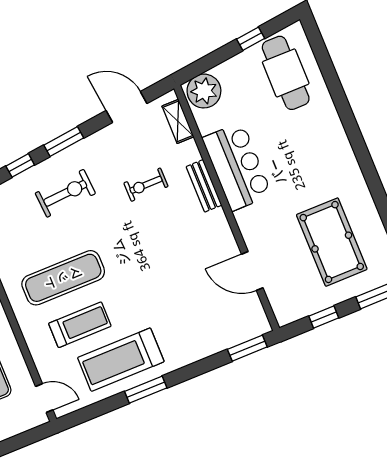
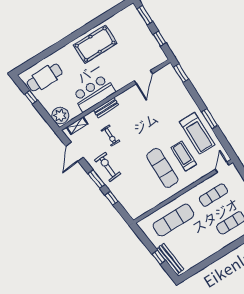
exercise bike: (65, 193) -> (108, 167), moved
pool table: (332, 242) -> (95, 44), moved

